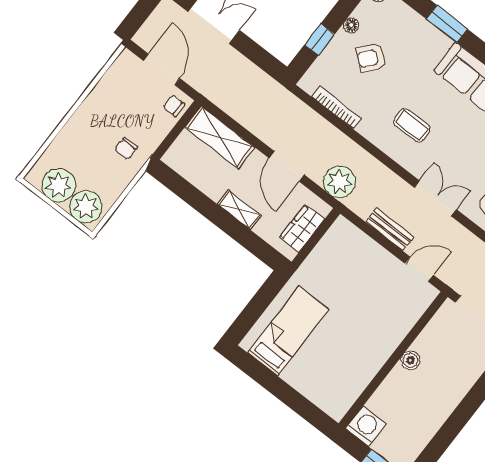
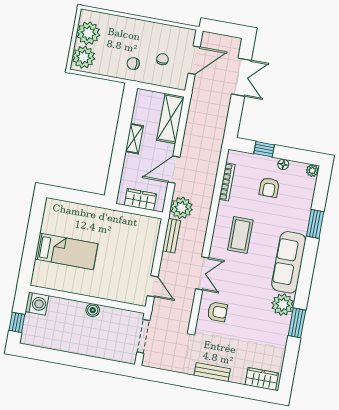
armchair: (371, 58) -> (269, 187), turned -131
chair: (174, 106) -> (162, 59), moved
coffee table: (412, 125) -> (240, 235), width x1.36, depth x1.30
shelving: (239, 210) -> (134, 139), moved
bench: (390, 229) -> (171, 236), moved
bed: (288, 331) -> (66, 251), moved

